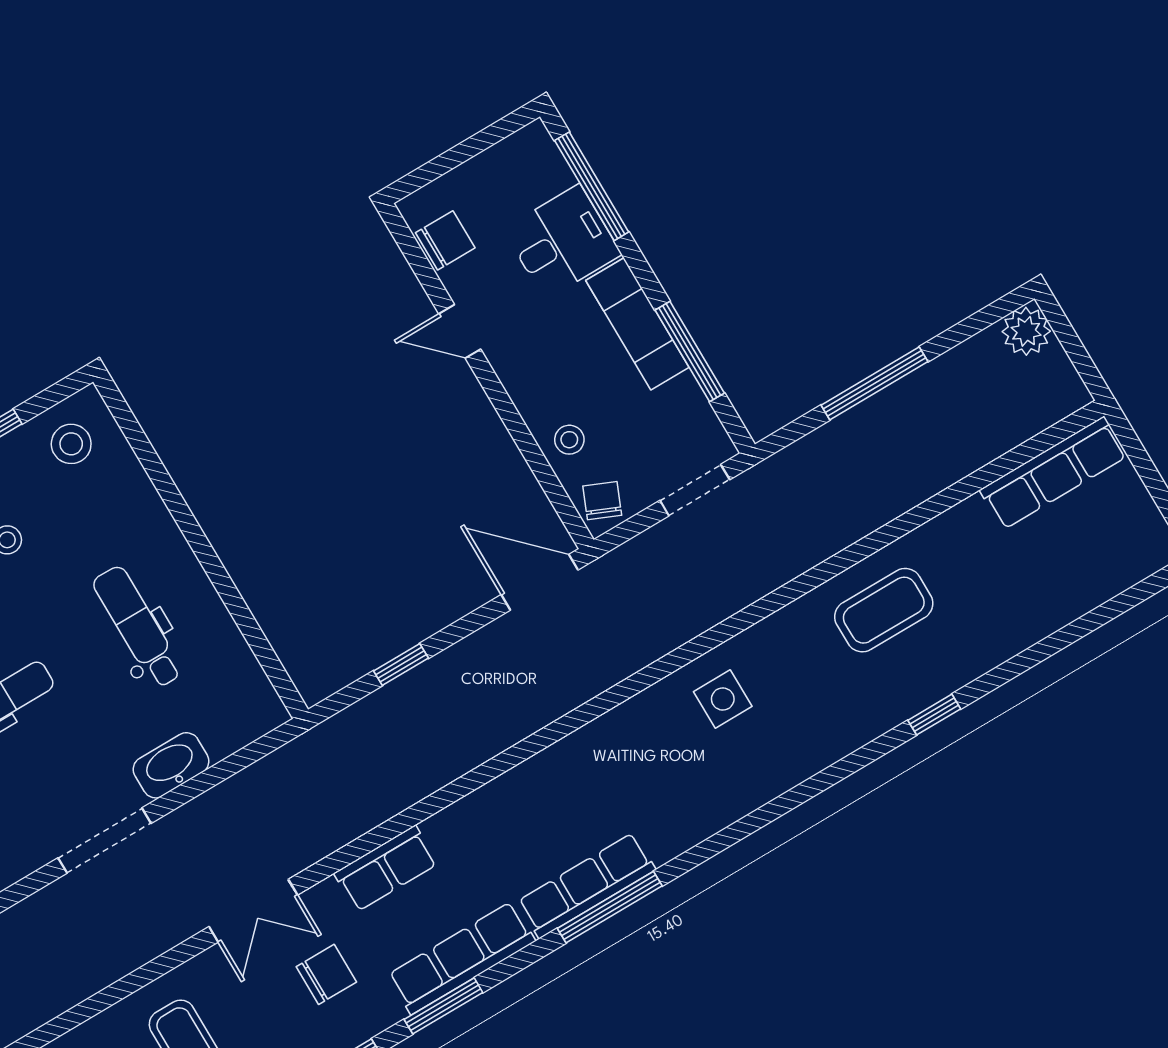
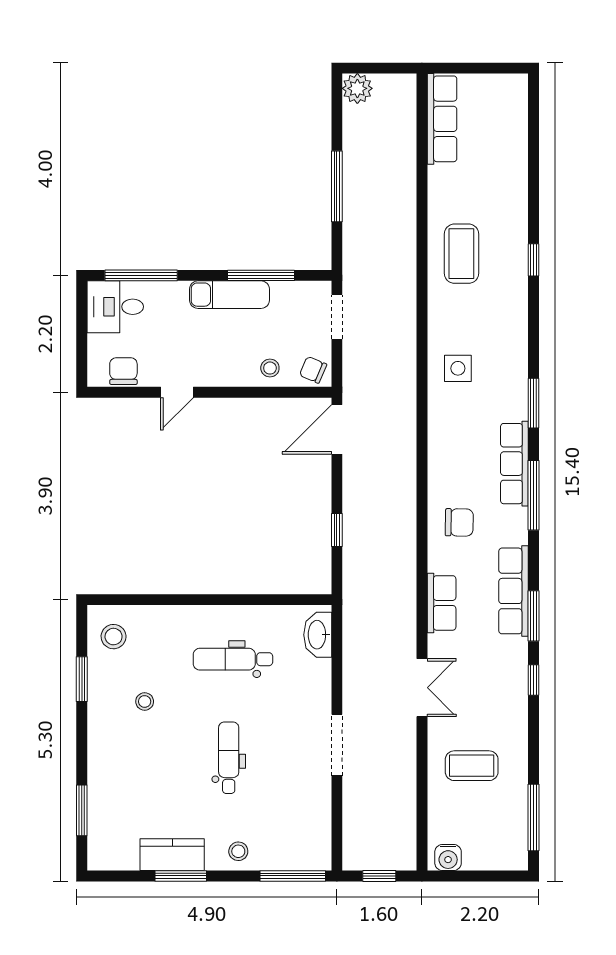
desk: (562, 242) -> (115, 307), moved, turned -90
washbasin: (171, 765) -> (318, 635), moved
window: (737, 832) -> (534, 403), added
row of seats: (586, 885) -> (514, 464), moved
chair: (326, 974) -> (459, 522), moved, turned 91

